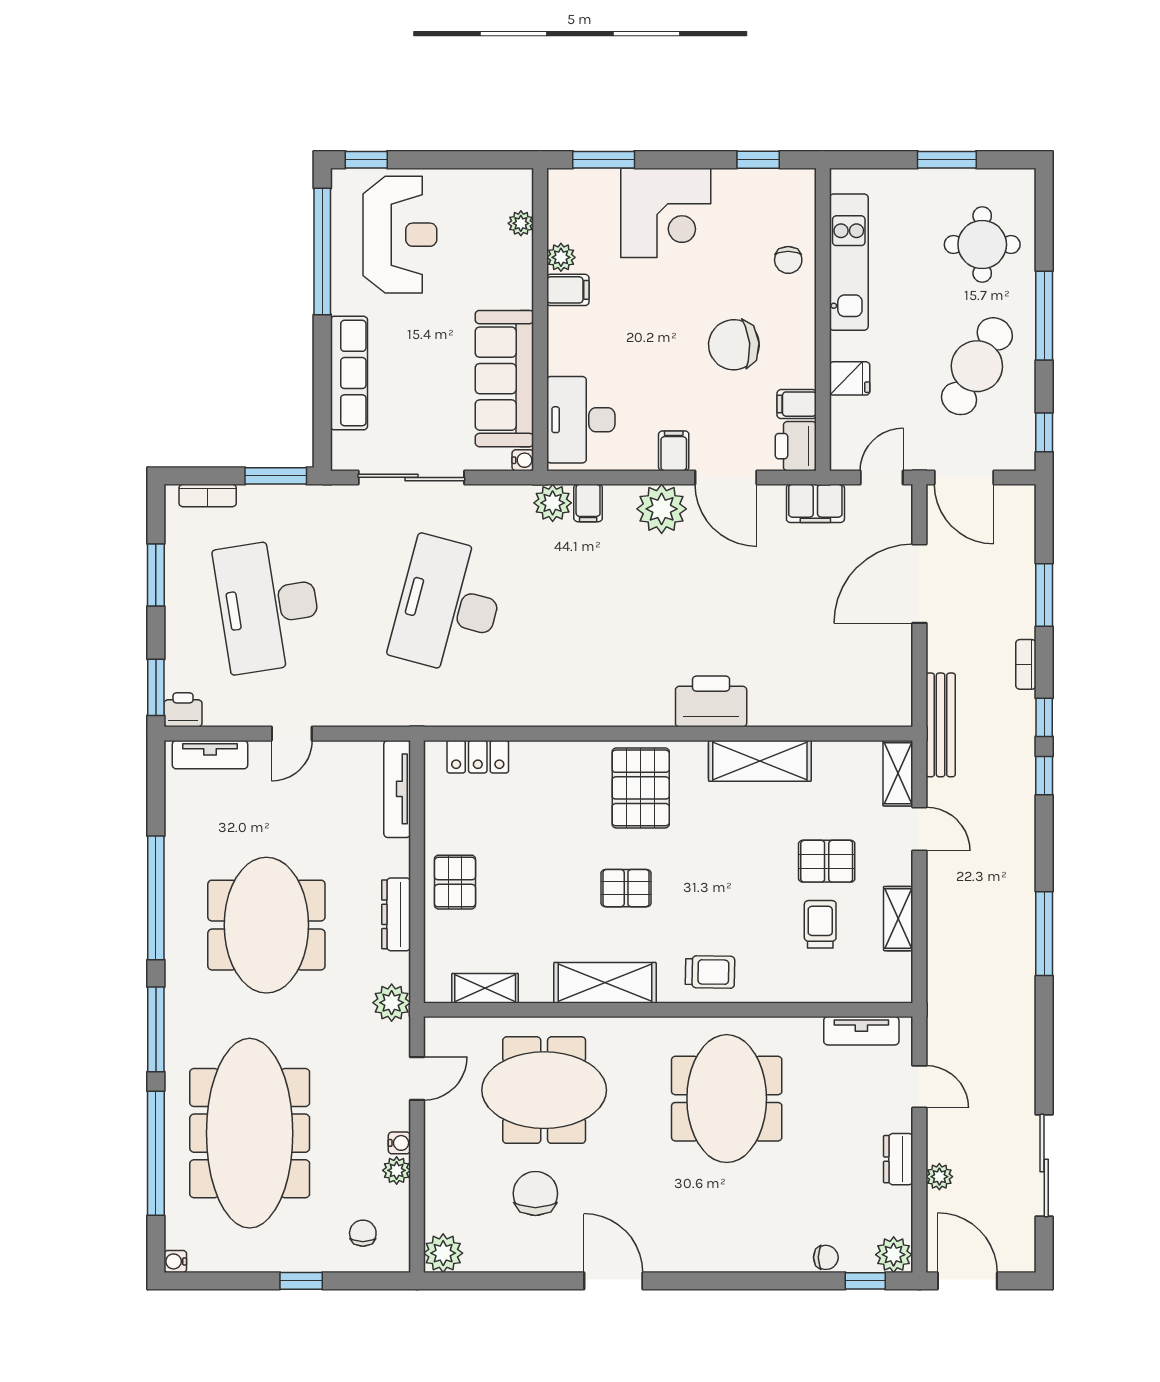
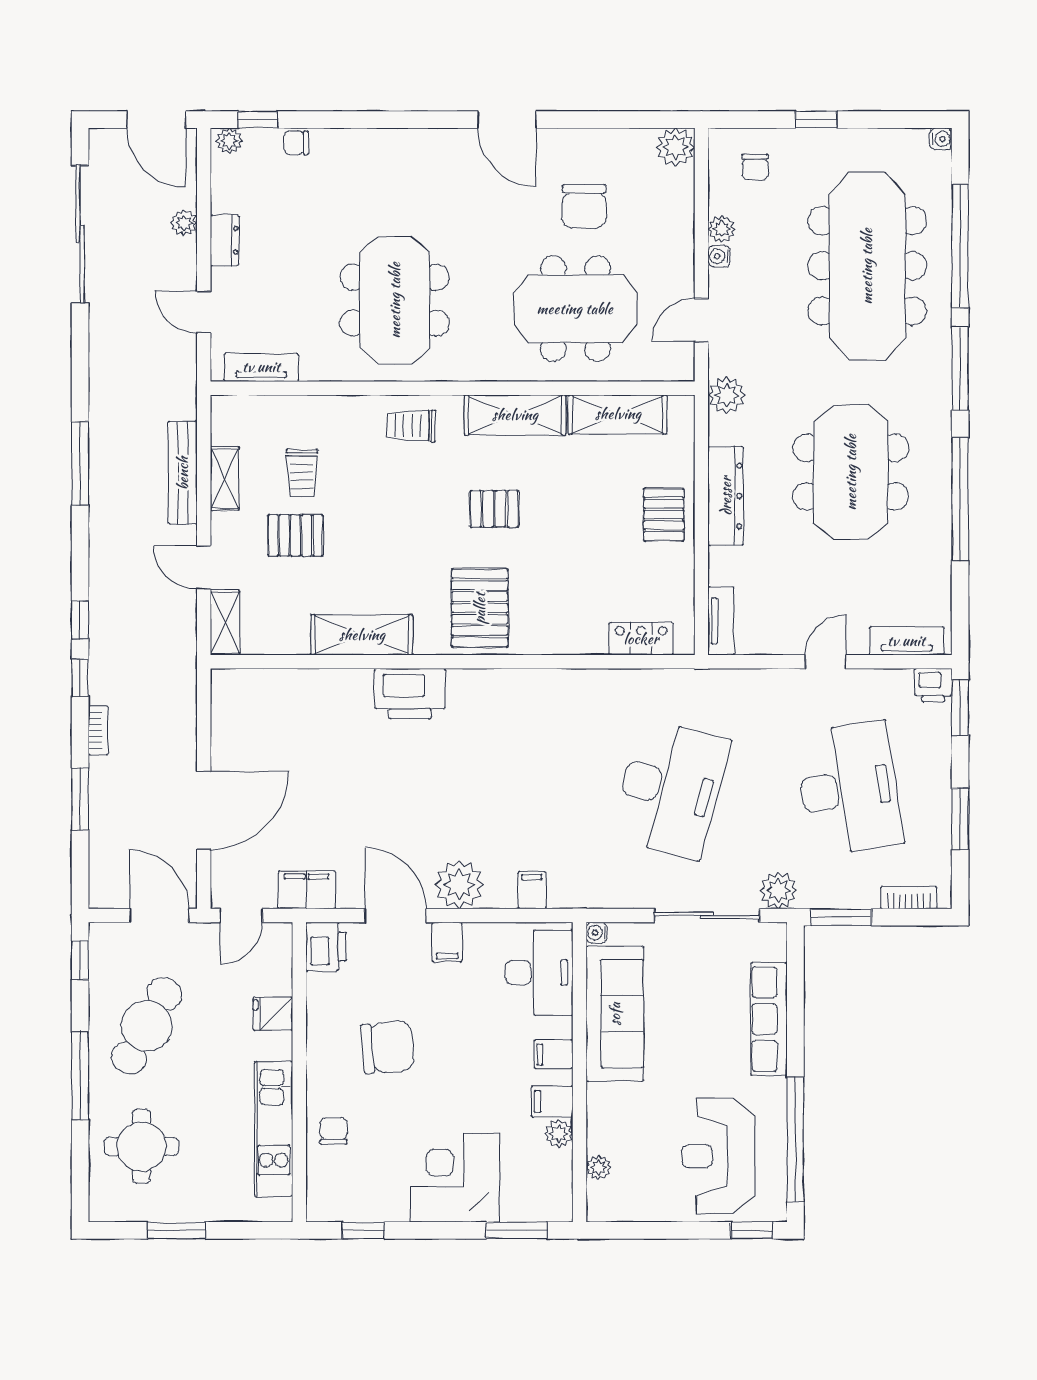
filing cabinet: (797, 404) -> (553, 1054), moved, turned 180
plant: (553, 503) -> (778, 890), moved
bench: (941, 725) -> (183, 473), moved
tv unit: (397, 789) -> (721, 621), width x0.71
dresser: (396, 914) -> (726, 496), width x1.37, depth x1.24
shelving: (485, 988) -> (618, 414), width x1.50, depth x1.33
sliding door: (1044, 1165) -> (80, 234), width x1.36
plant: (894, 1255) -> (229, 141), width x0.73, depth x0.73

